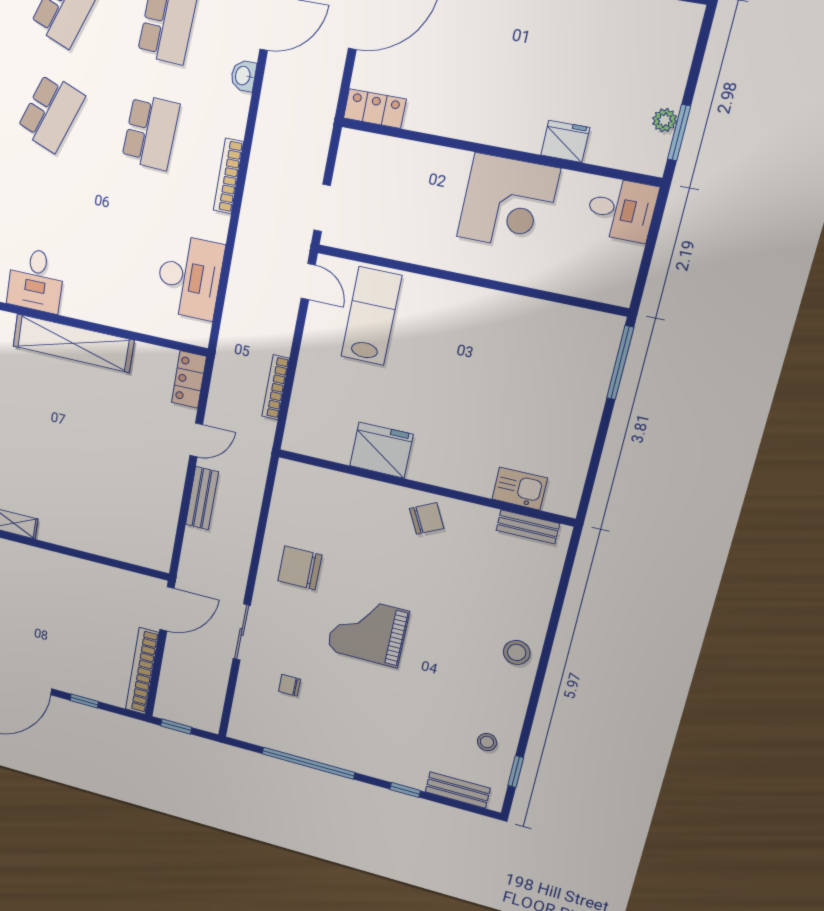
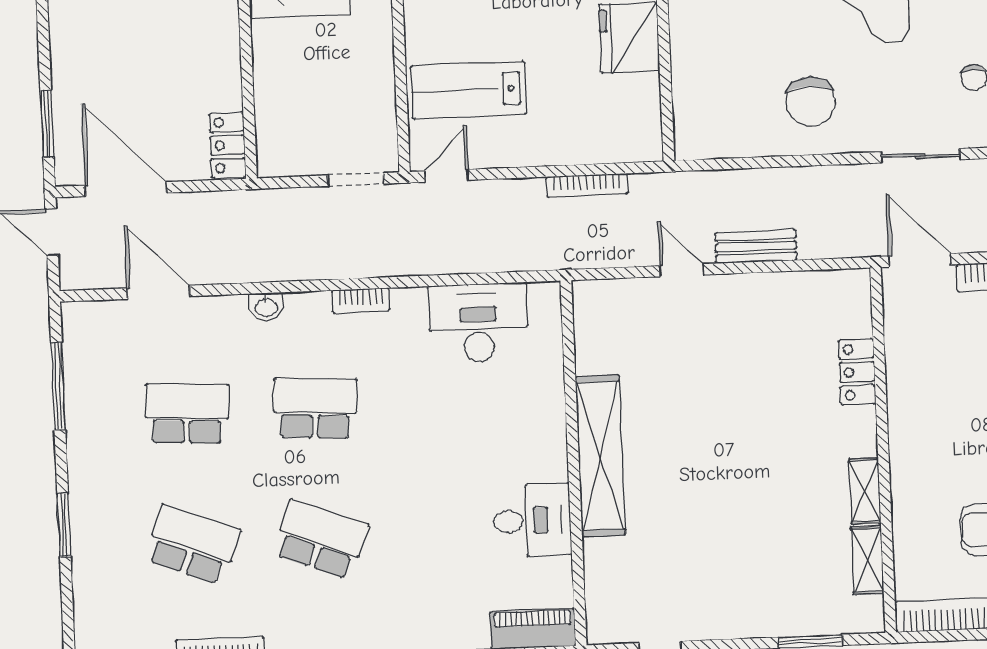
washbasin: (243, 76) -> (266, 307), moved
bookcase: (228, 176) -> (361, 300), width x0.64
locker: (189, 379) -> (857, 372), moved, turned 90

